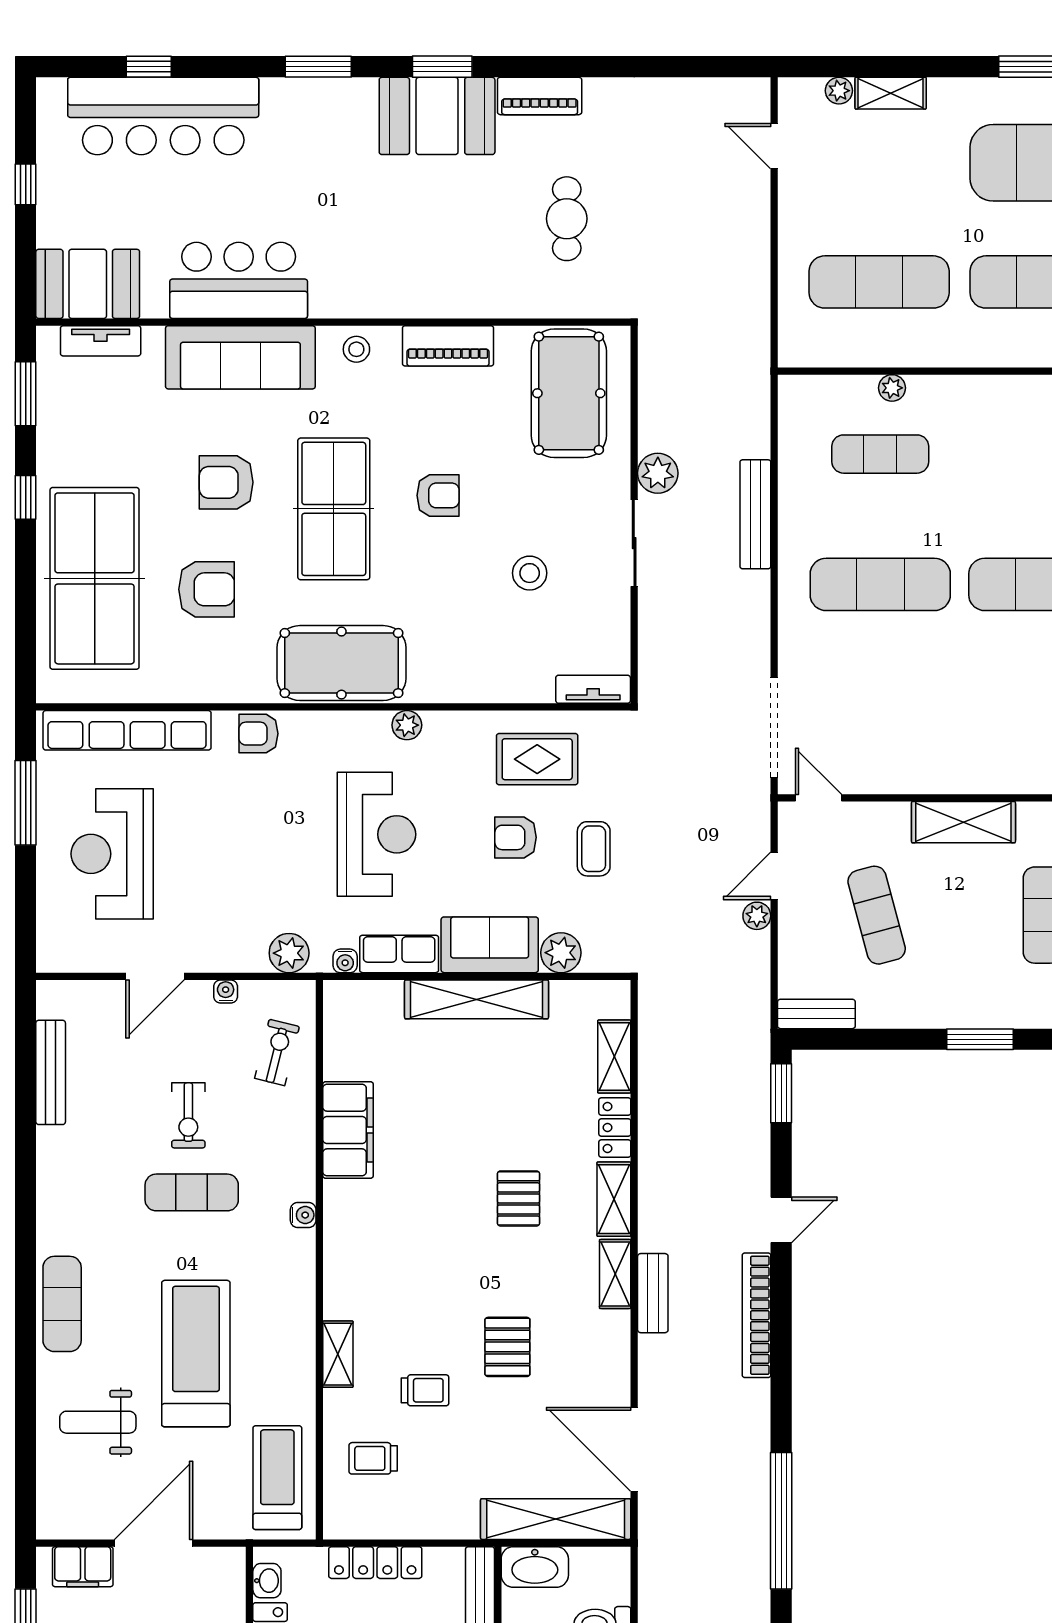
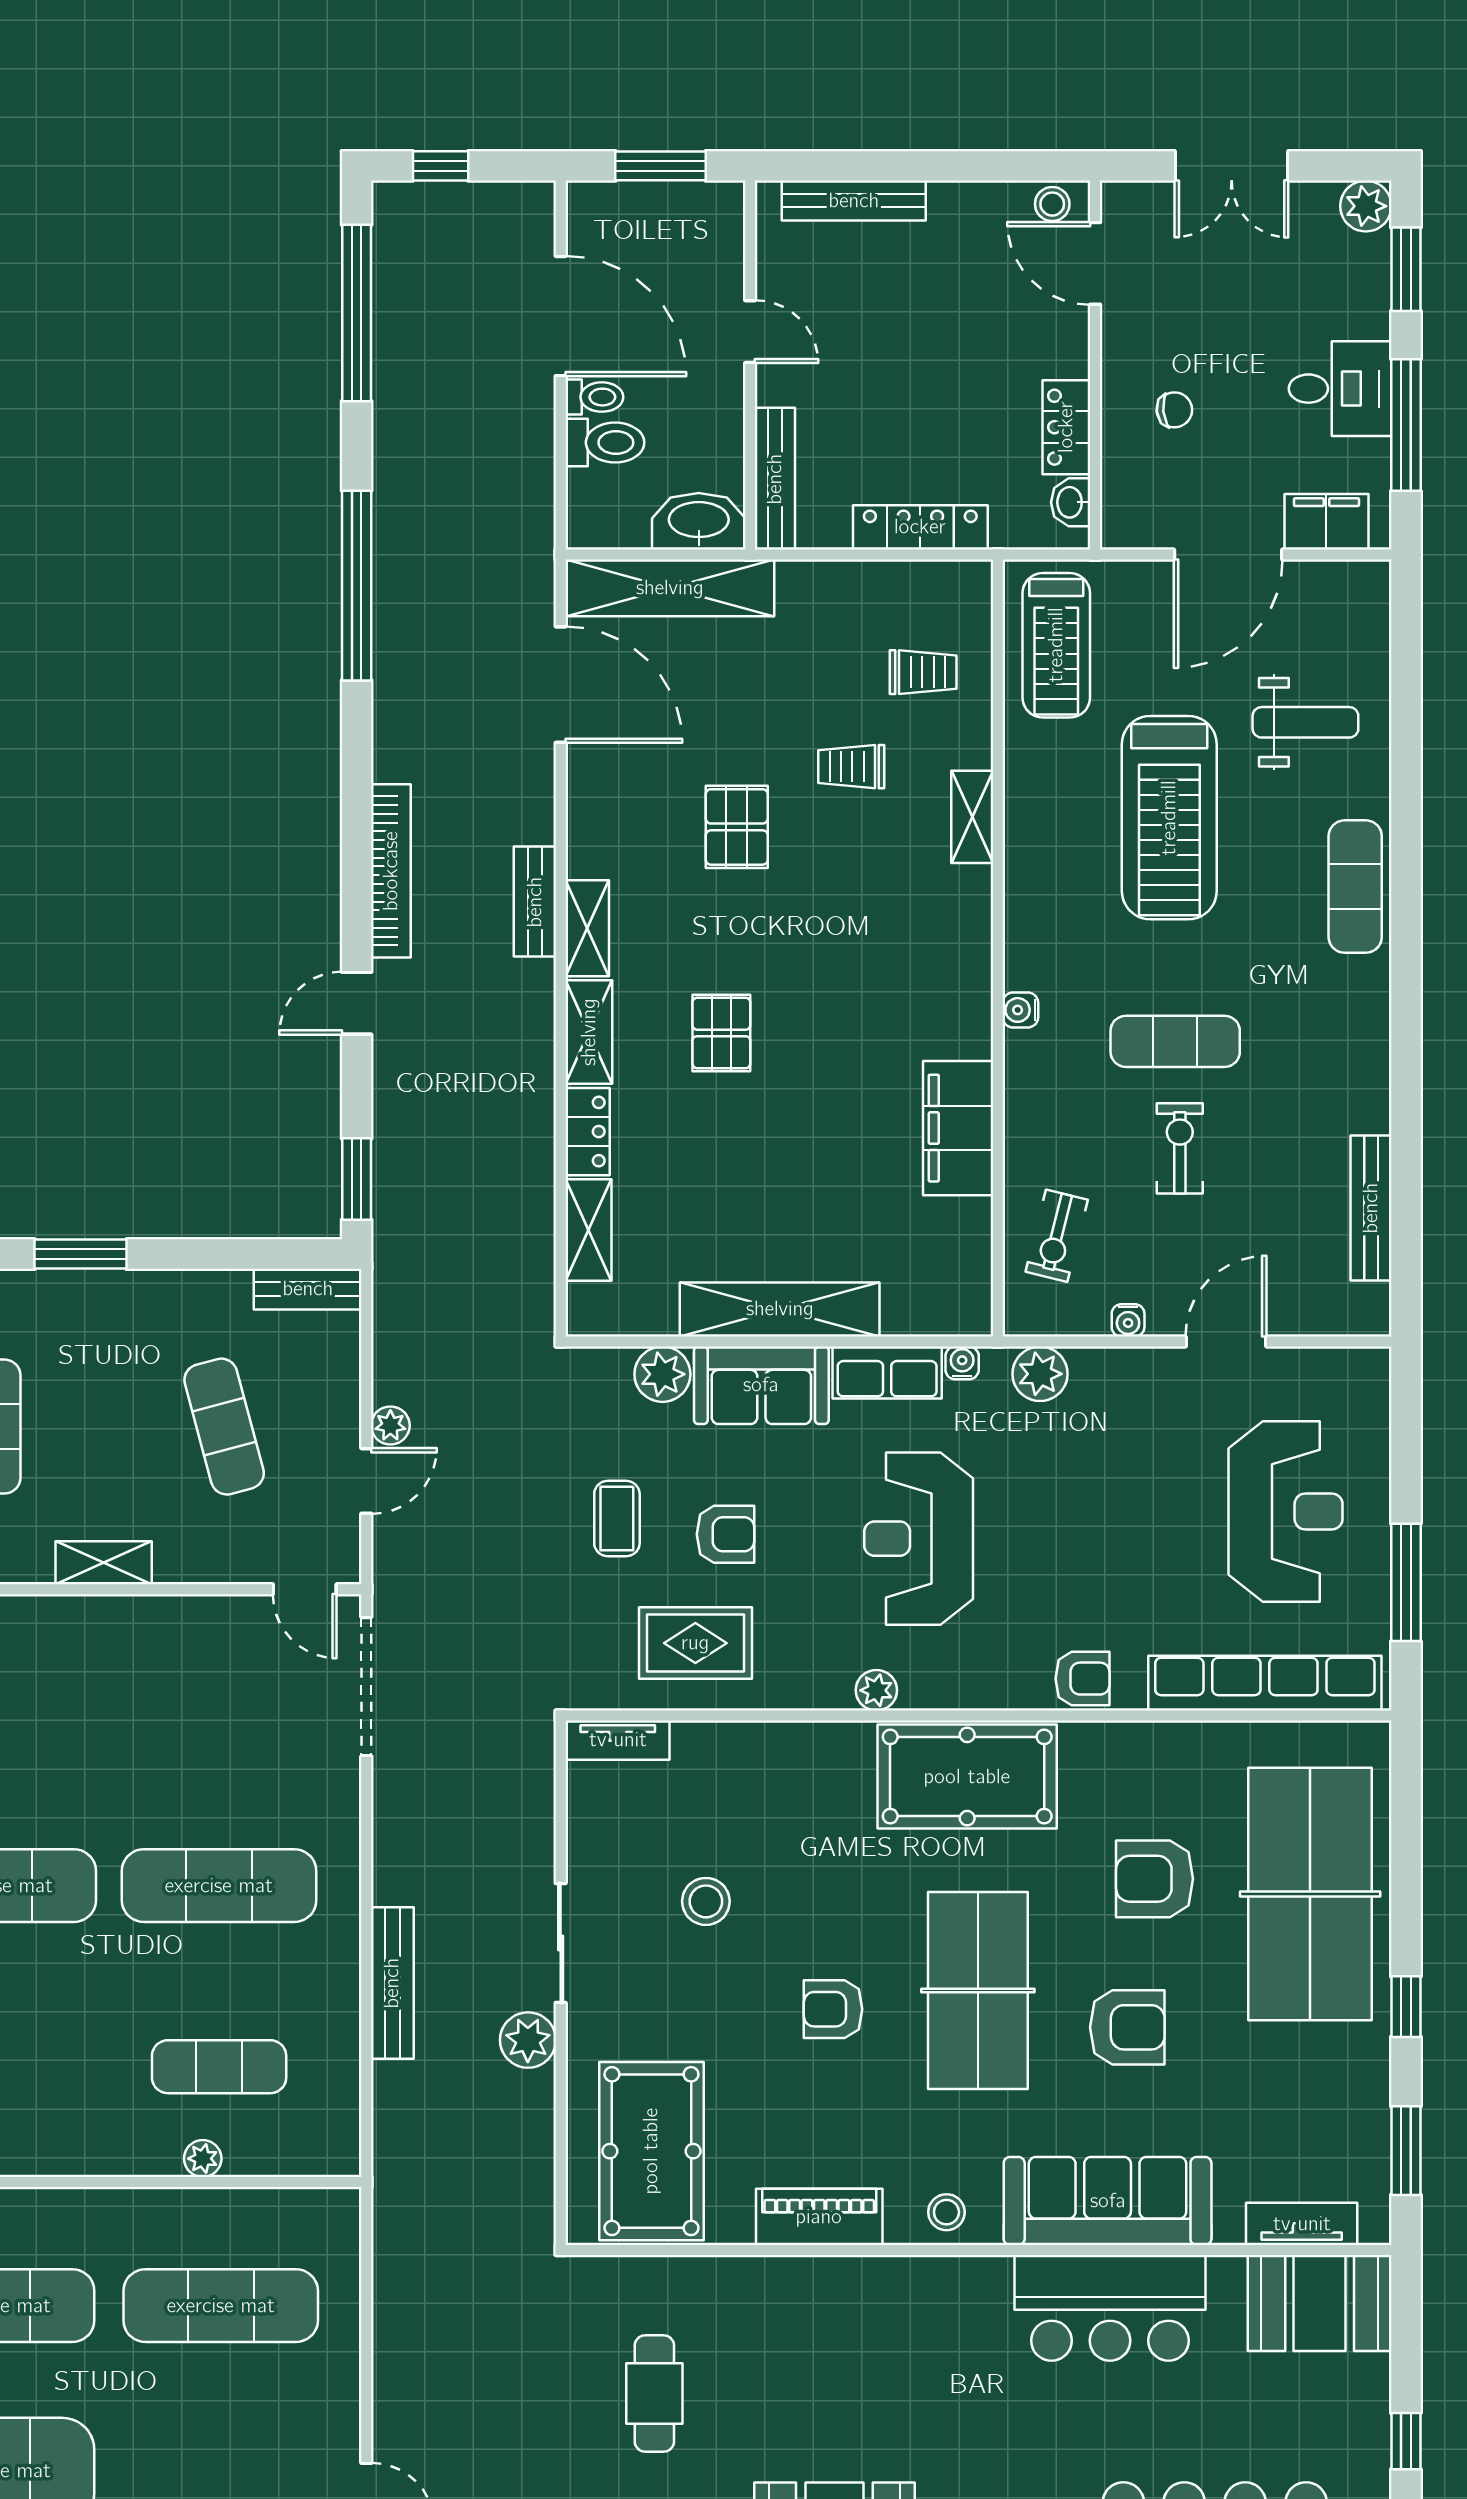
shelving: (963, 822) -> (104, 1563), width x0.67, depth x0.75

